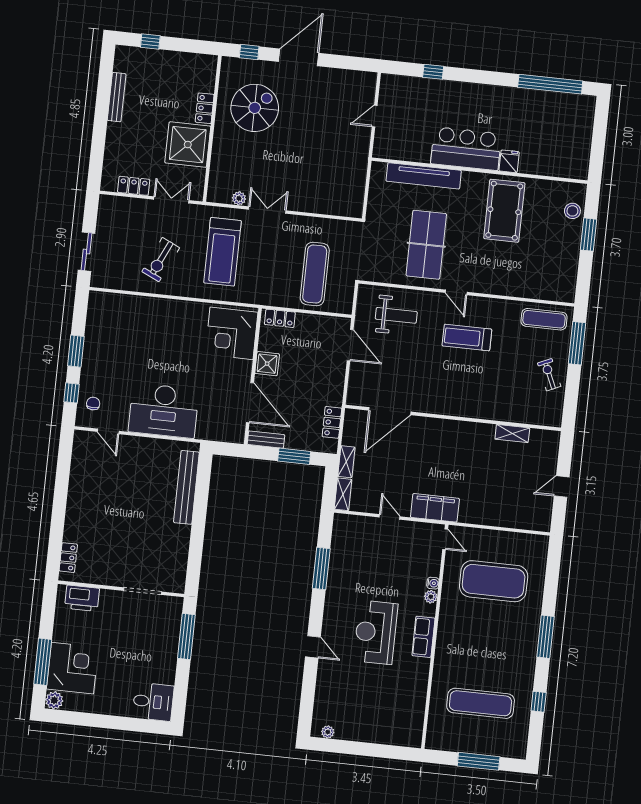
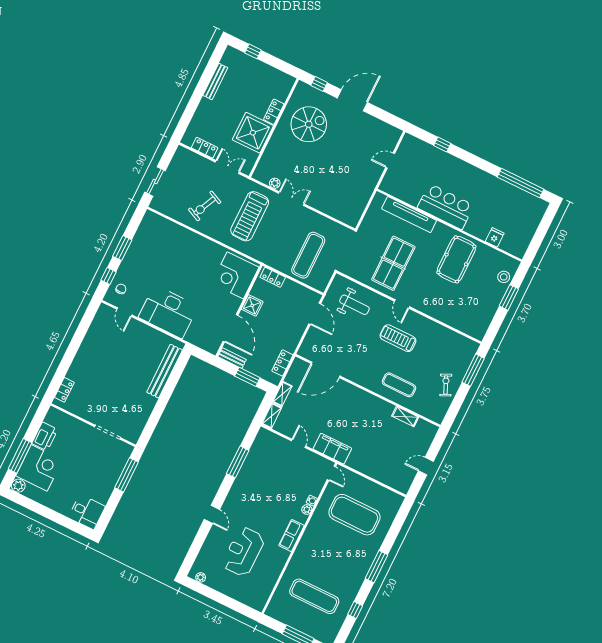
fridge: (509, 161) -> (495, 237), moved
exercise mat: (544, 319) -> (399, 385), moved
printer: (82, 598) -> (45, 436), moved, turned -90
reception desk: (376, 632) -> (243, 552), moved

